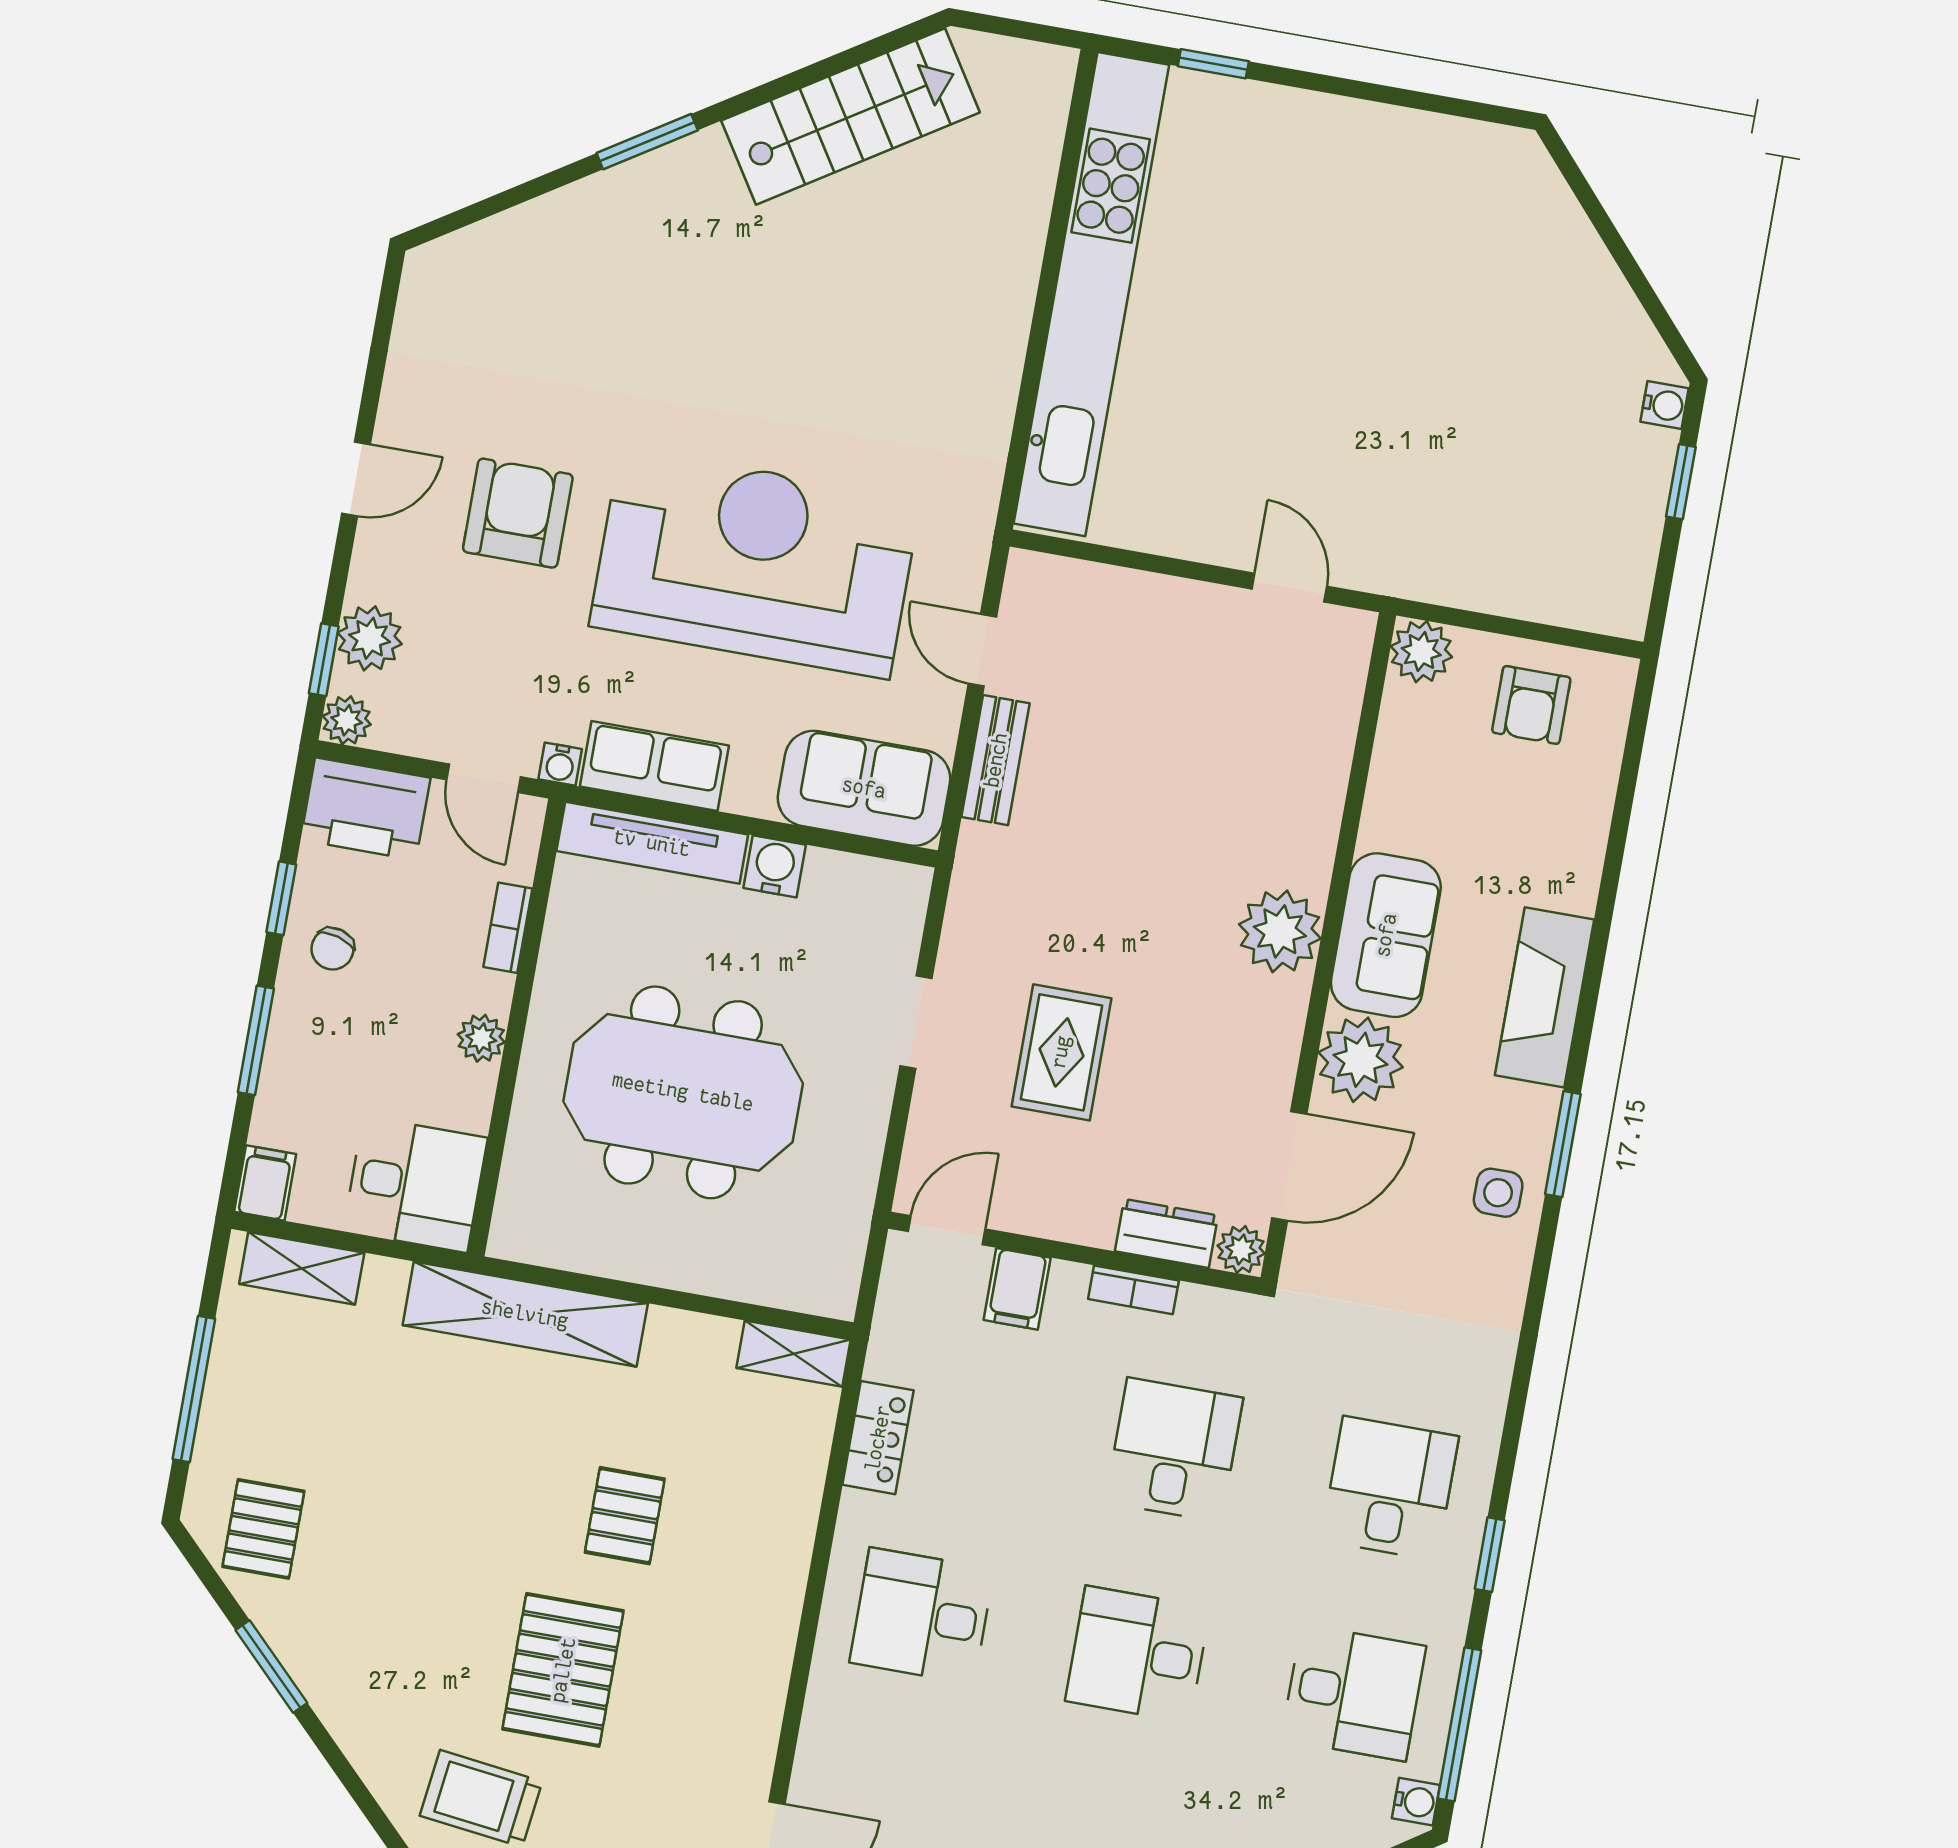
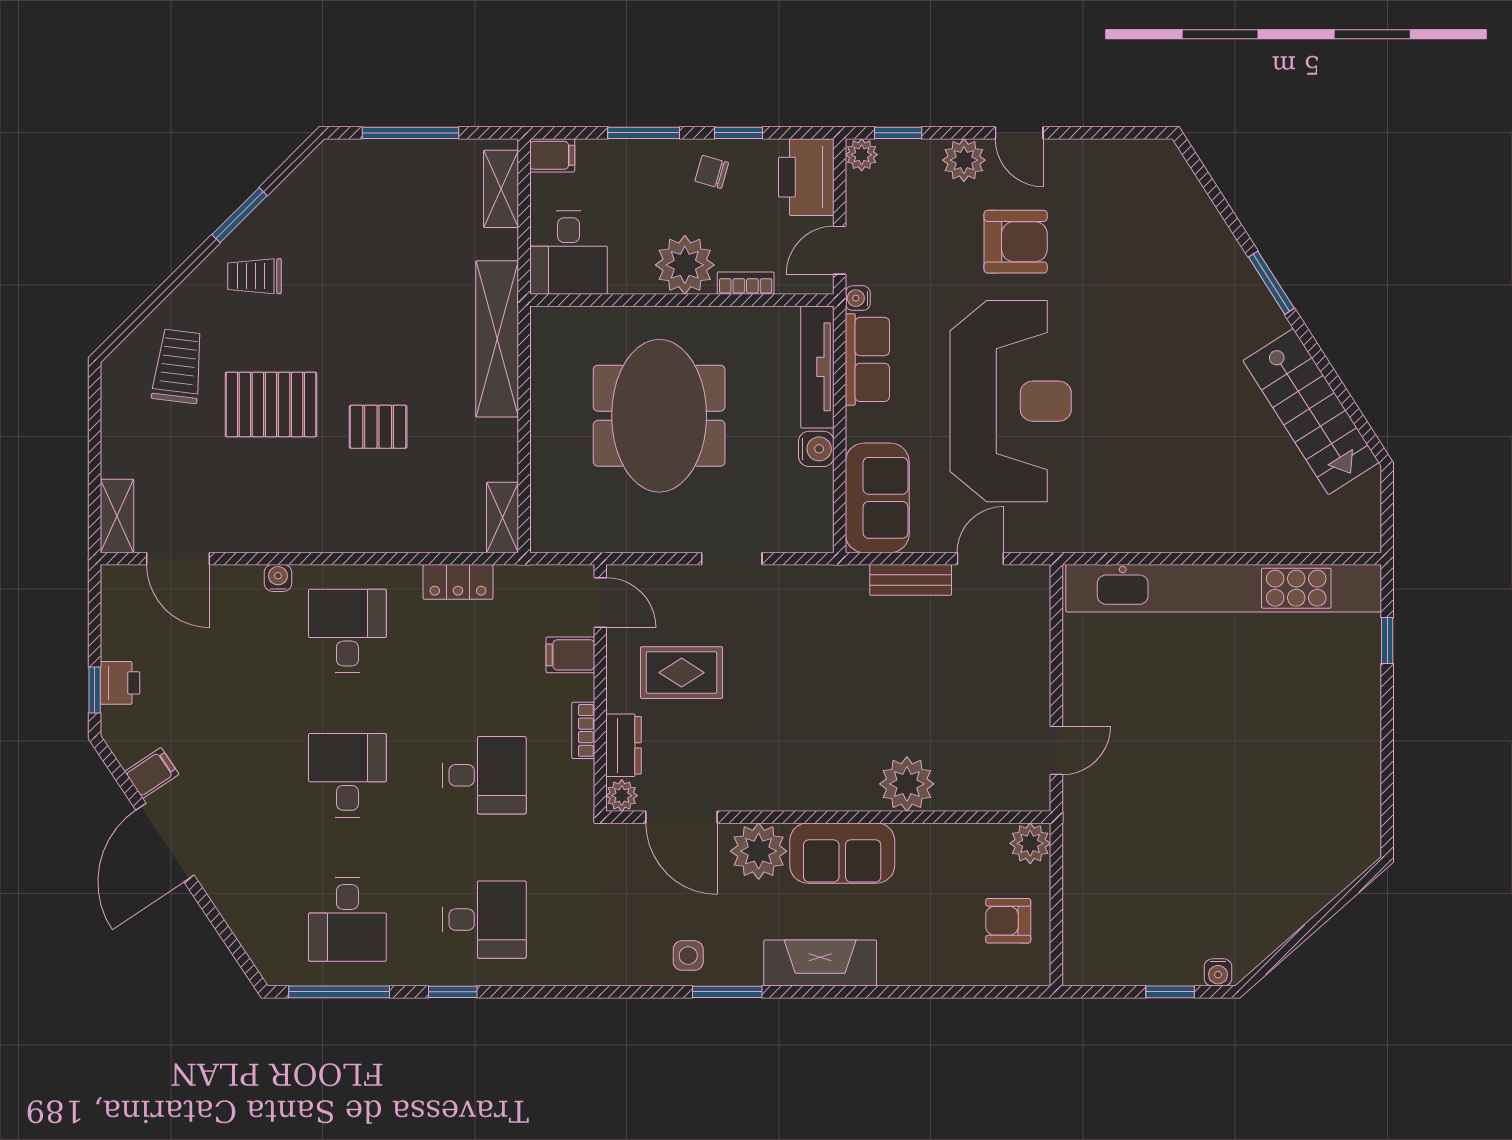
plant: (370, 638) -> (964, 160), moved
plant: (1280, 931) -> (907, 784), moved
plant: (481, 1038) -> (685, 265), width x1.87, depth x1.87
rug: (1061, 1052) -> (682, 673), moved
pallet: (263, 1529) -> (328, 194), removed
trolley: (367, 1660) -> (255, 276), added
water cooler: (1416, 1802) -> (278, 578), moved, turned 180

